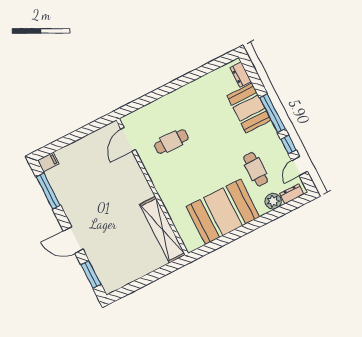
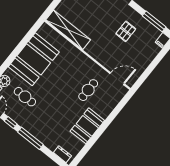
booth: (249, 108) -> (87, 126), moved, turned 90
door: (128, 139) -> (117, 79), hinge flipped
pallet: (90, 195) -> (126, 31), added

